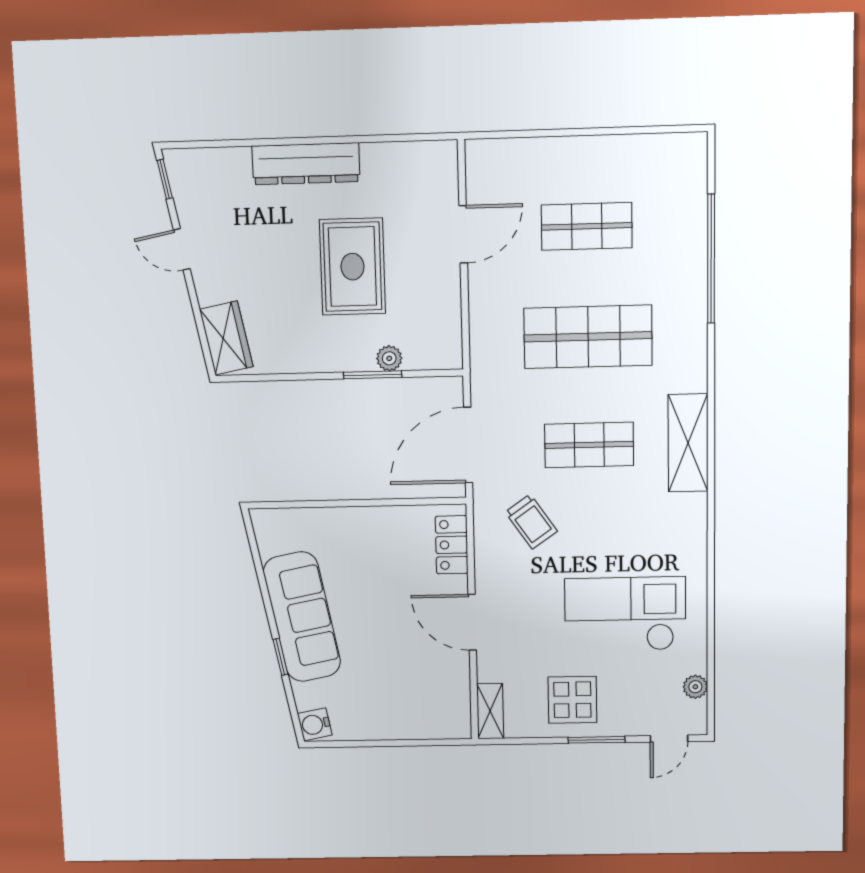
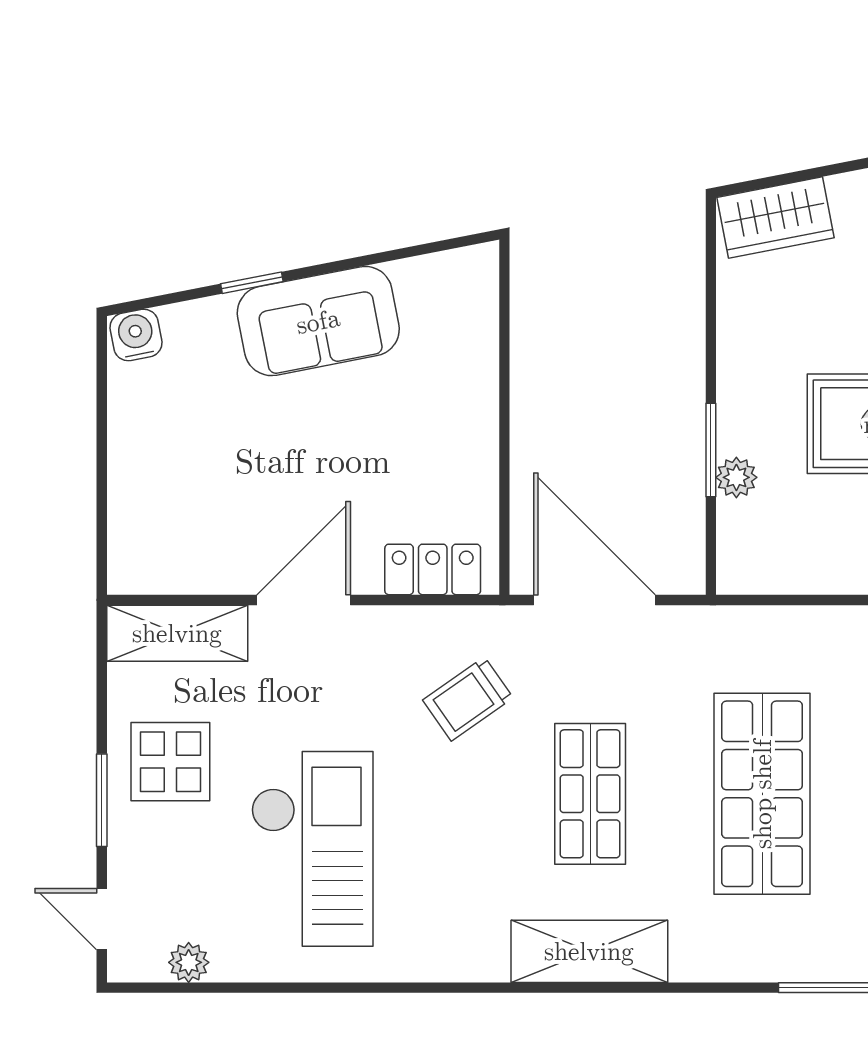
sofa: (302, 617) -> (318, 321), width x0.73
shelving: (490, 711) -> (177, 633), width x1.50, depth x1.33

